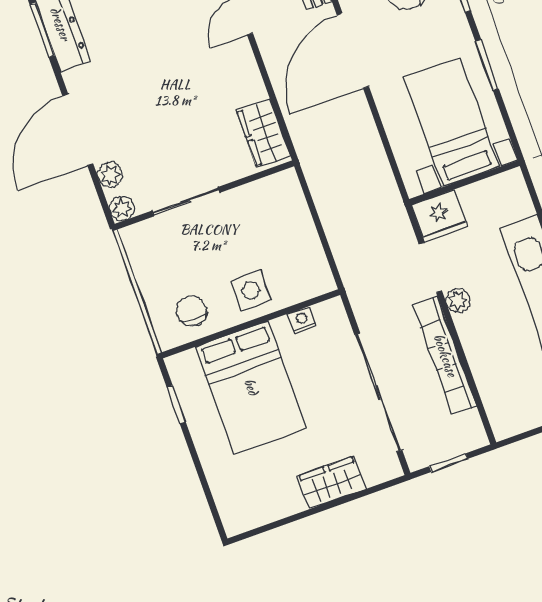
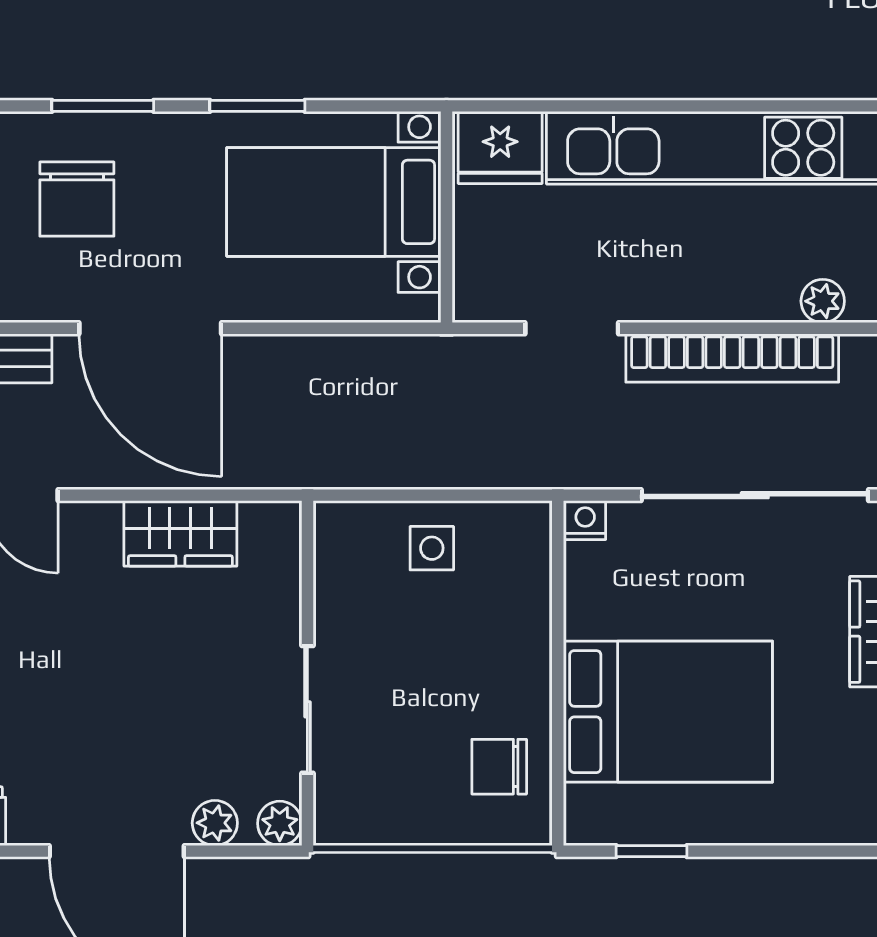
wardrobe: (263, 133) -> (180, 533), moved
fridge: (439, 216) -> (500, 147), moved, turned 90
side table: (251, 290) -> (432, 548), moved, width x0.73, depth x0.73
plant: (458, 300) -> (823, 301), moved
nightstand: (302, 320) -> (585, 520), moved, turned 90

